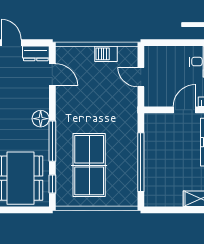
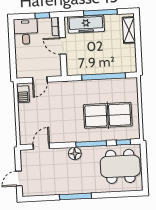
dresser: (36, 53) -> (26, 160), removed
barbecue: (106, 54) -> (23, 94), moved

